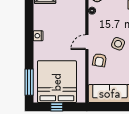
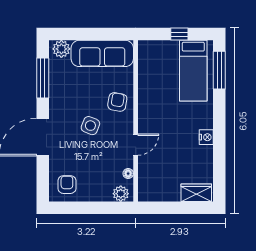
door: (87, 42) -> (136, 145), moved
bed: (57, 82) -> (193, 71), width x0.49

